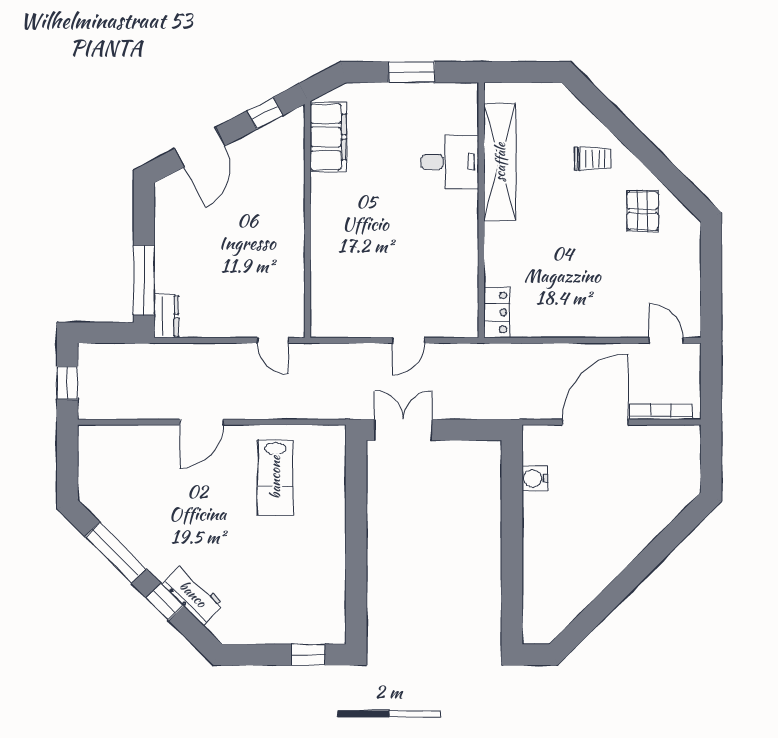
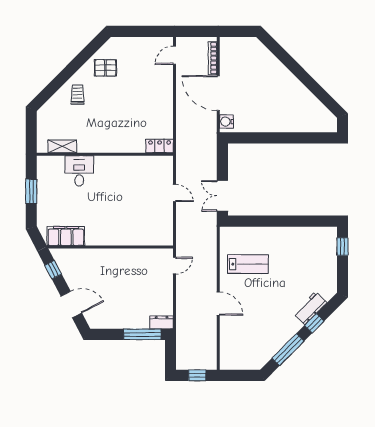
shelving: (500, 162) -> (62, 146), width x0.45, depth x0.75
water cooler: (535, 478) -> (226, 122), moved, turned 90

